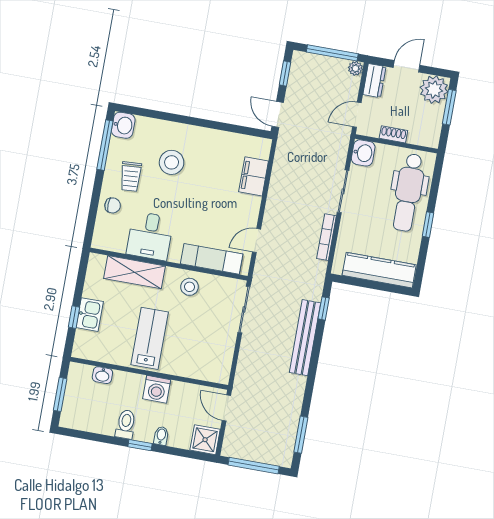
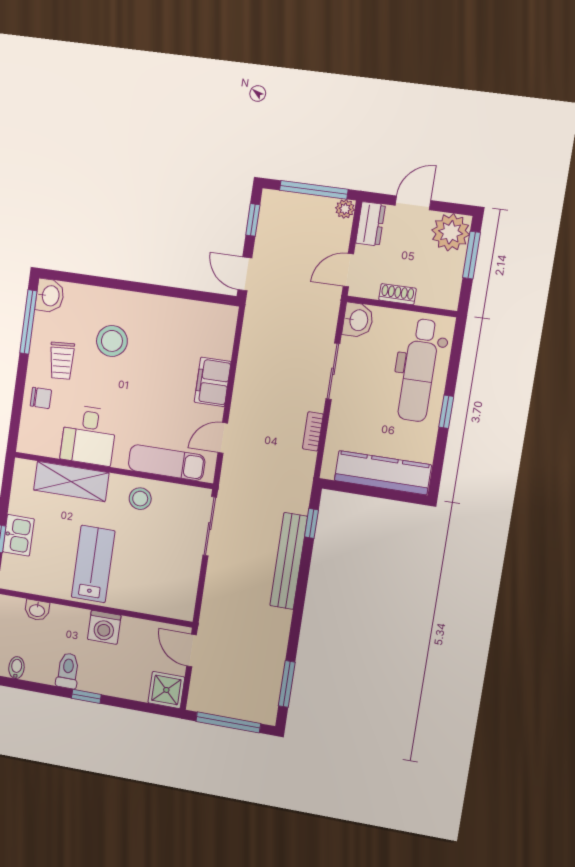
filing cabinet: (254, 176) -> (213, 382), moved
bookcase: (327, 237) -> (313, 431), width x0.64
bidet: (161, 436) -> (16, 668), moved

